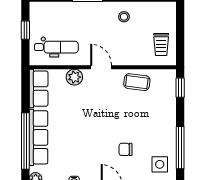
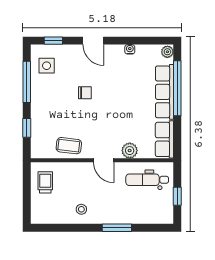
window: (180, 88) -> (27, 128), moved
chair: (125, 149) -> (85, 93), moved

